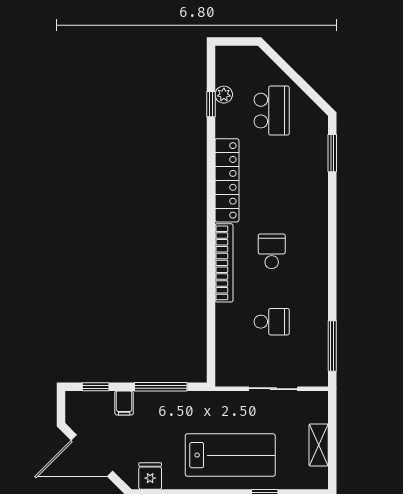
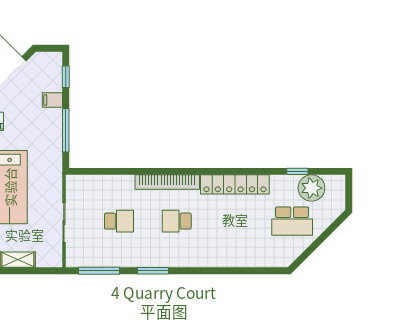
plant: (224, 95) -> (311, 188), width x1.87, depth x1.87
window: (332, 153) -> (153, 271), moved
school desk: (272, 251) -> (177, 221), turned 180
school desk: (272, 322) -> (119, 221), turned -90

